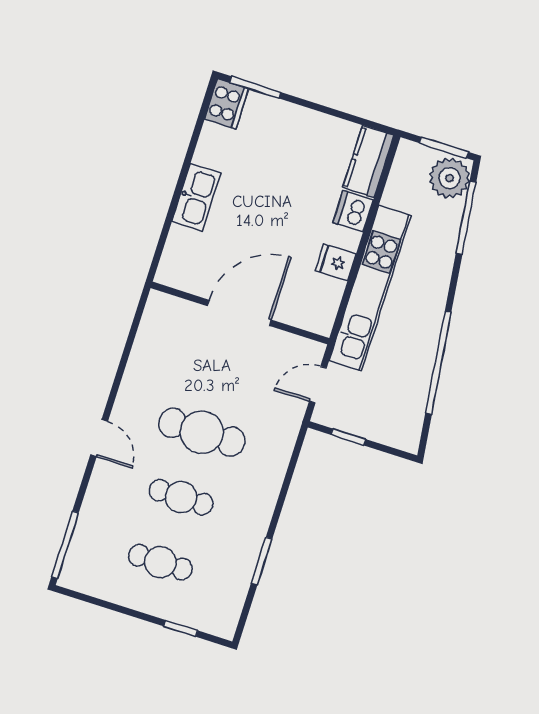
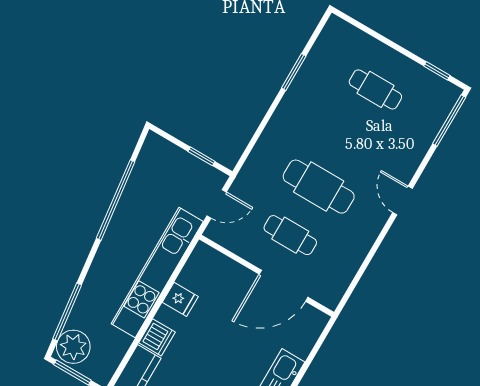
door: (239, 313) -> (284, 286), moved
cafe table: (181, 497) -> (290, 235), moved
window: (181, 628) -> (437, 71), moved

